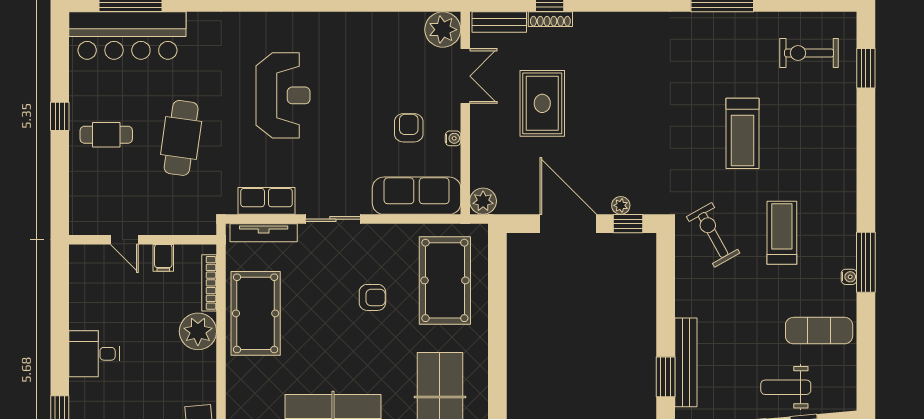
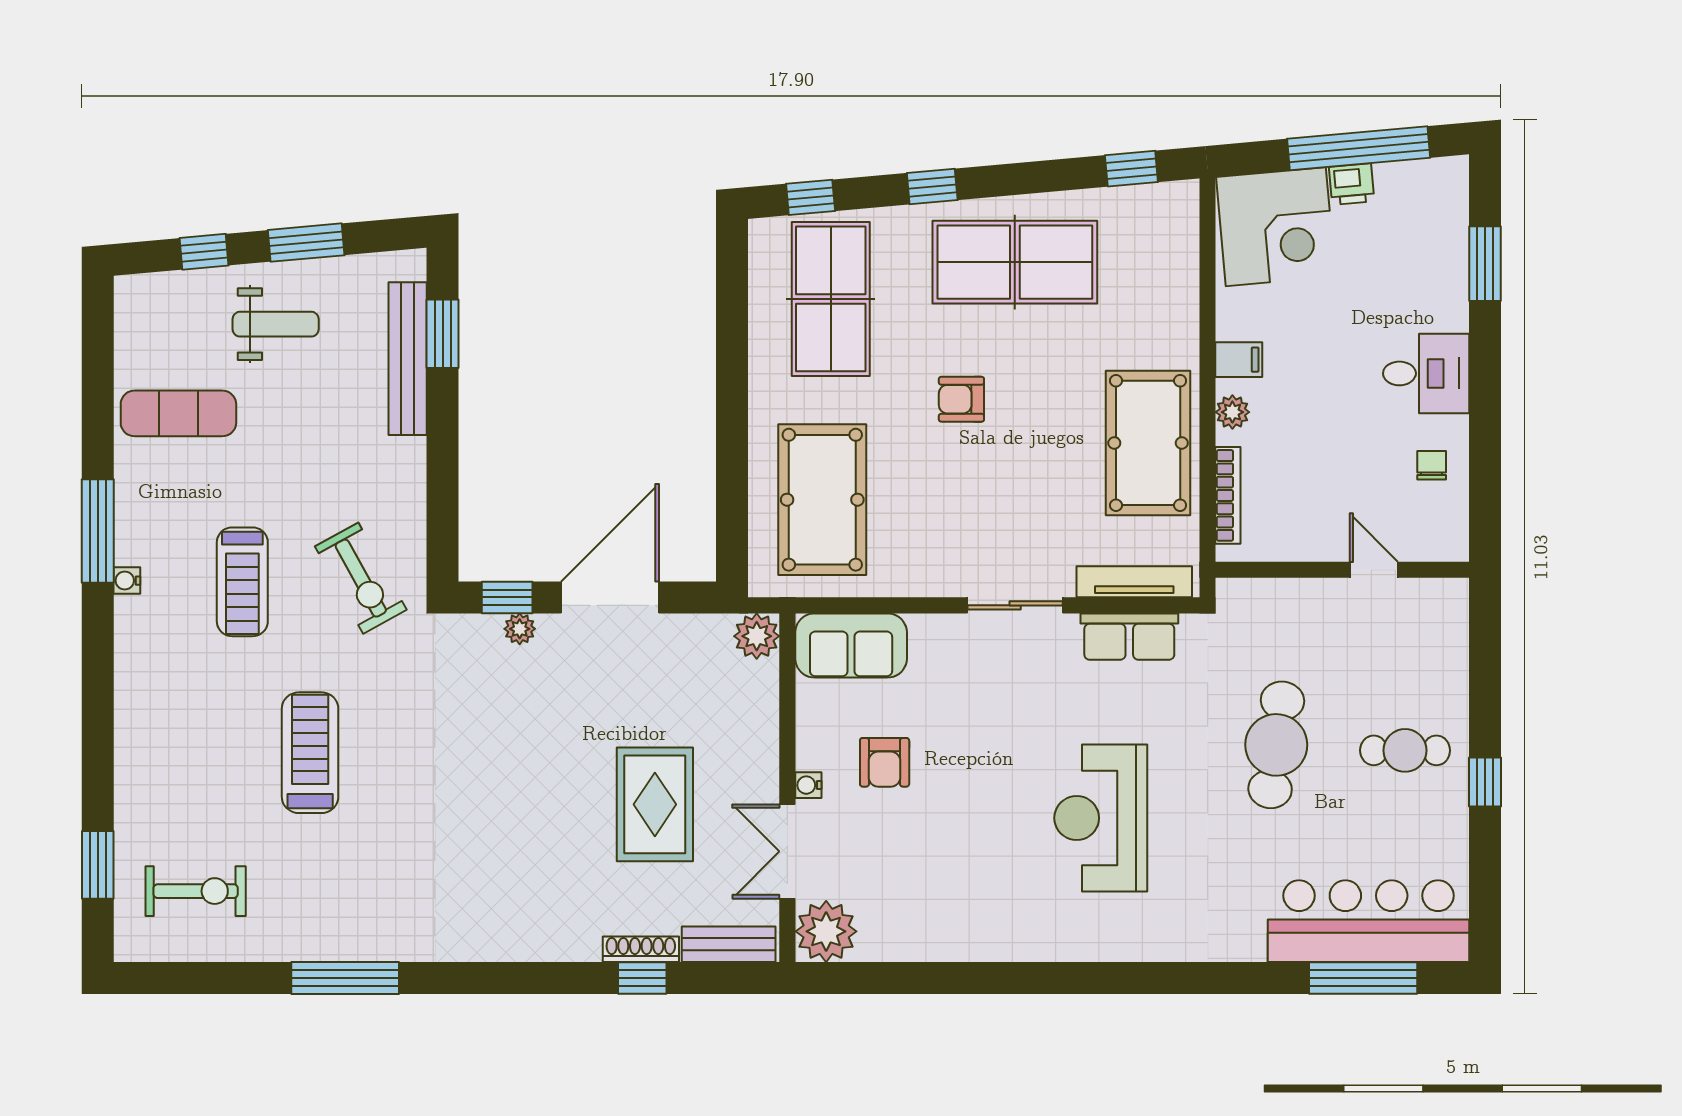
water cooler: (453, 138) -> (808, 785), moved
sofa: (417, 196) -> (851, 646), width x0.73
door: (568, 224) -> (610, 597), swing flipped
filing cabinet: (163, 258) -> (1239, 360), moved, turned 90
water cooler: (849, 277) -> (127, 581), moved
armchair: (372, 297) -> (961, 399), moved
chair: (91, 300) -> (1432, 465), added
plant: (198, 331) -> (1232, 412), width x0.53, depth x0.53
weight bench: (786, 387) -> (276, 324), moved

